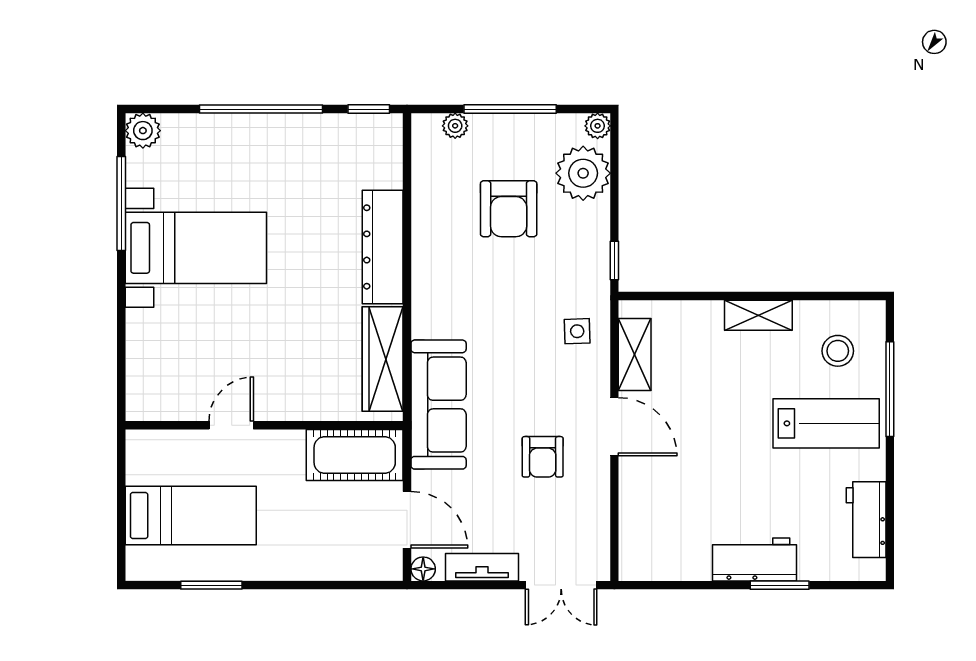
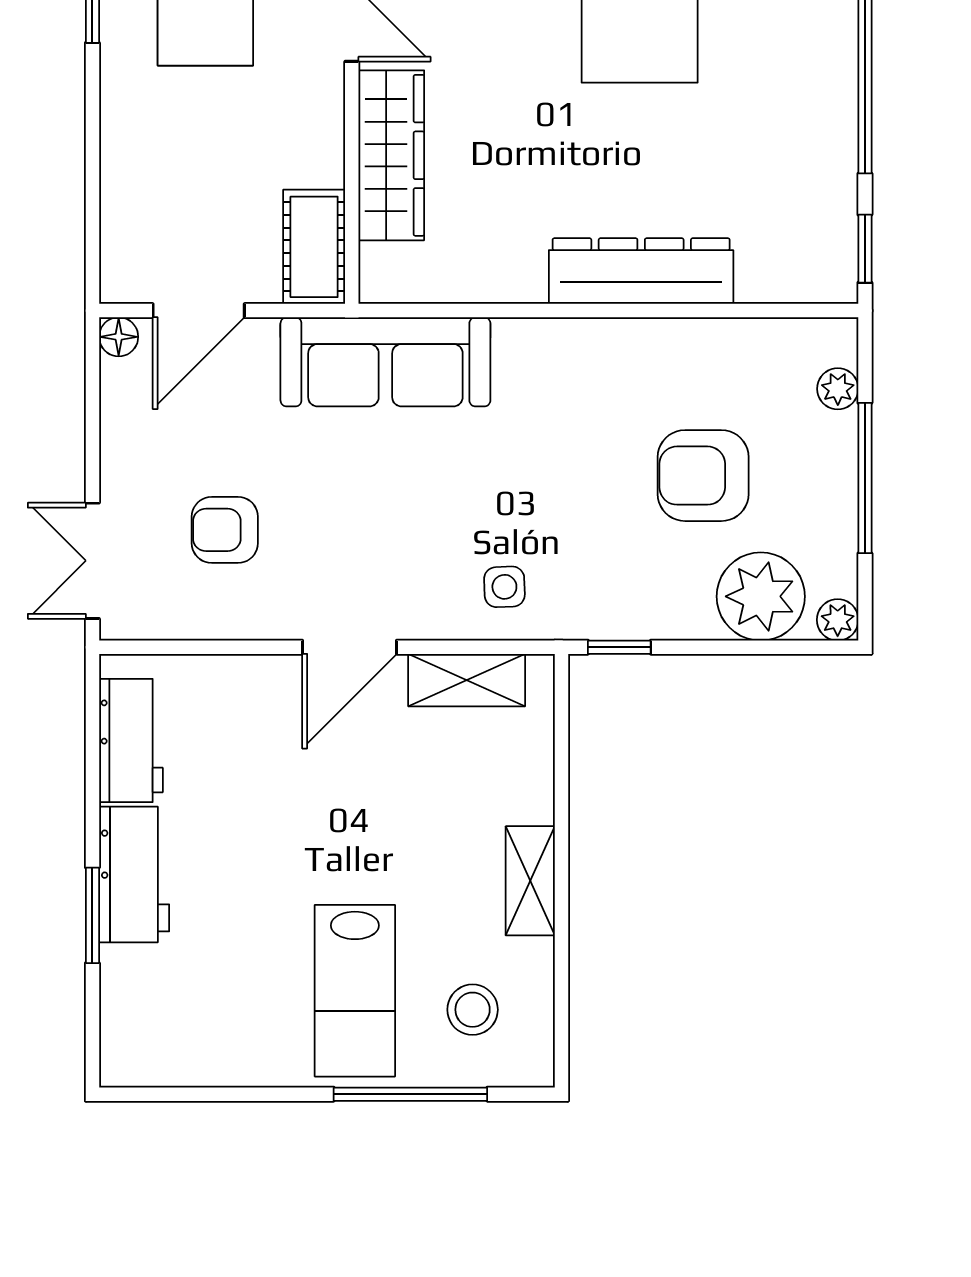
wardrobe: (383, 359) -> (391, 155), moved, turned 90
cot: (355, 455) -> (314, 247), width x0.73, depth x0.75
armchair: (543, 457) -> (225, 530), moved
workbench: (866, 520) -> (131, 740), moved, turned 90
tv unit: (482, 567) -> (122, 432), removed

